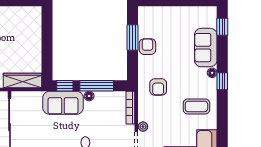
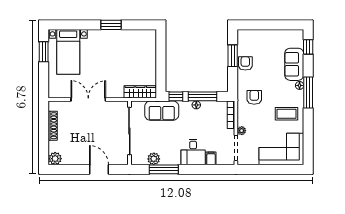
window: (222, 81) -> (308, 92), width x2.17
armchair: (158, 87) -> (254, 97), turned 180
sofa: (63, 103) -> (162, 111), moved

